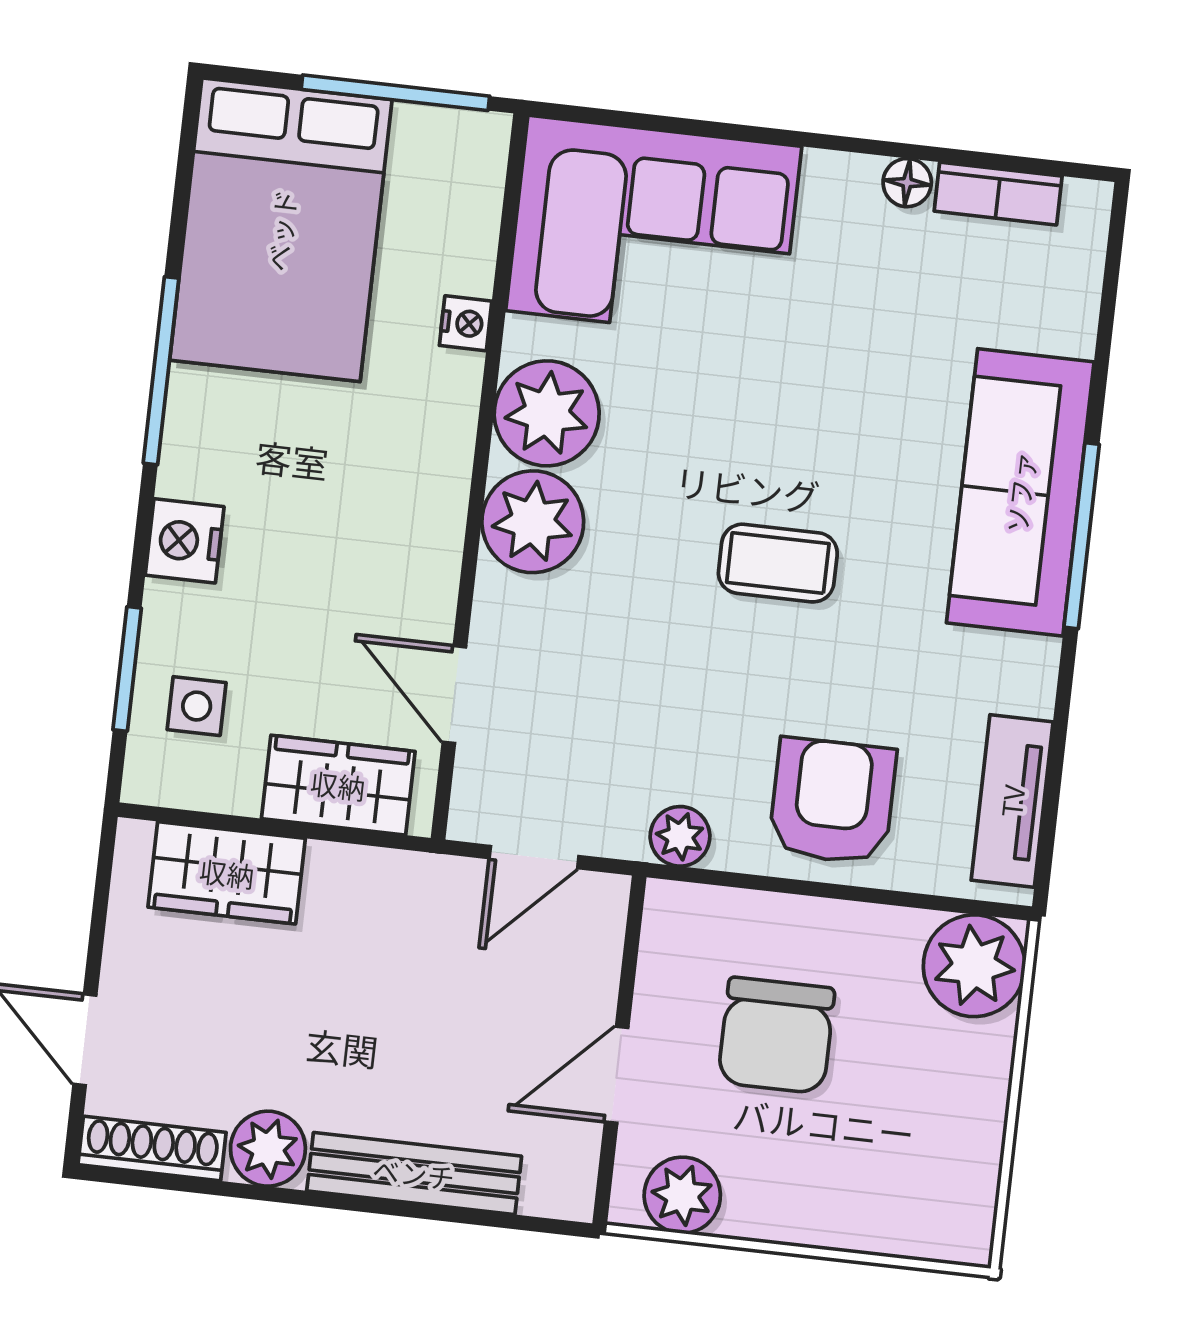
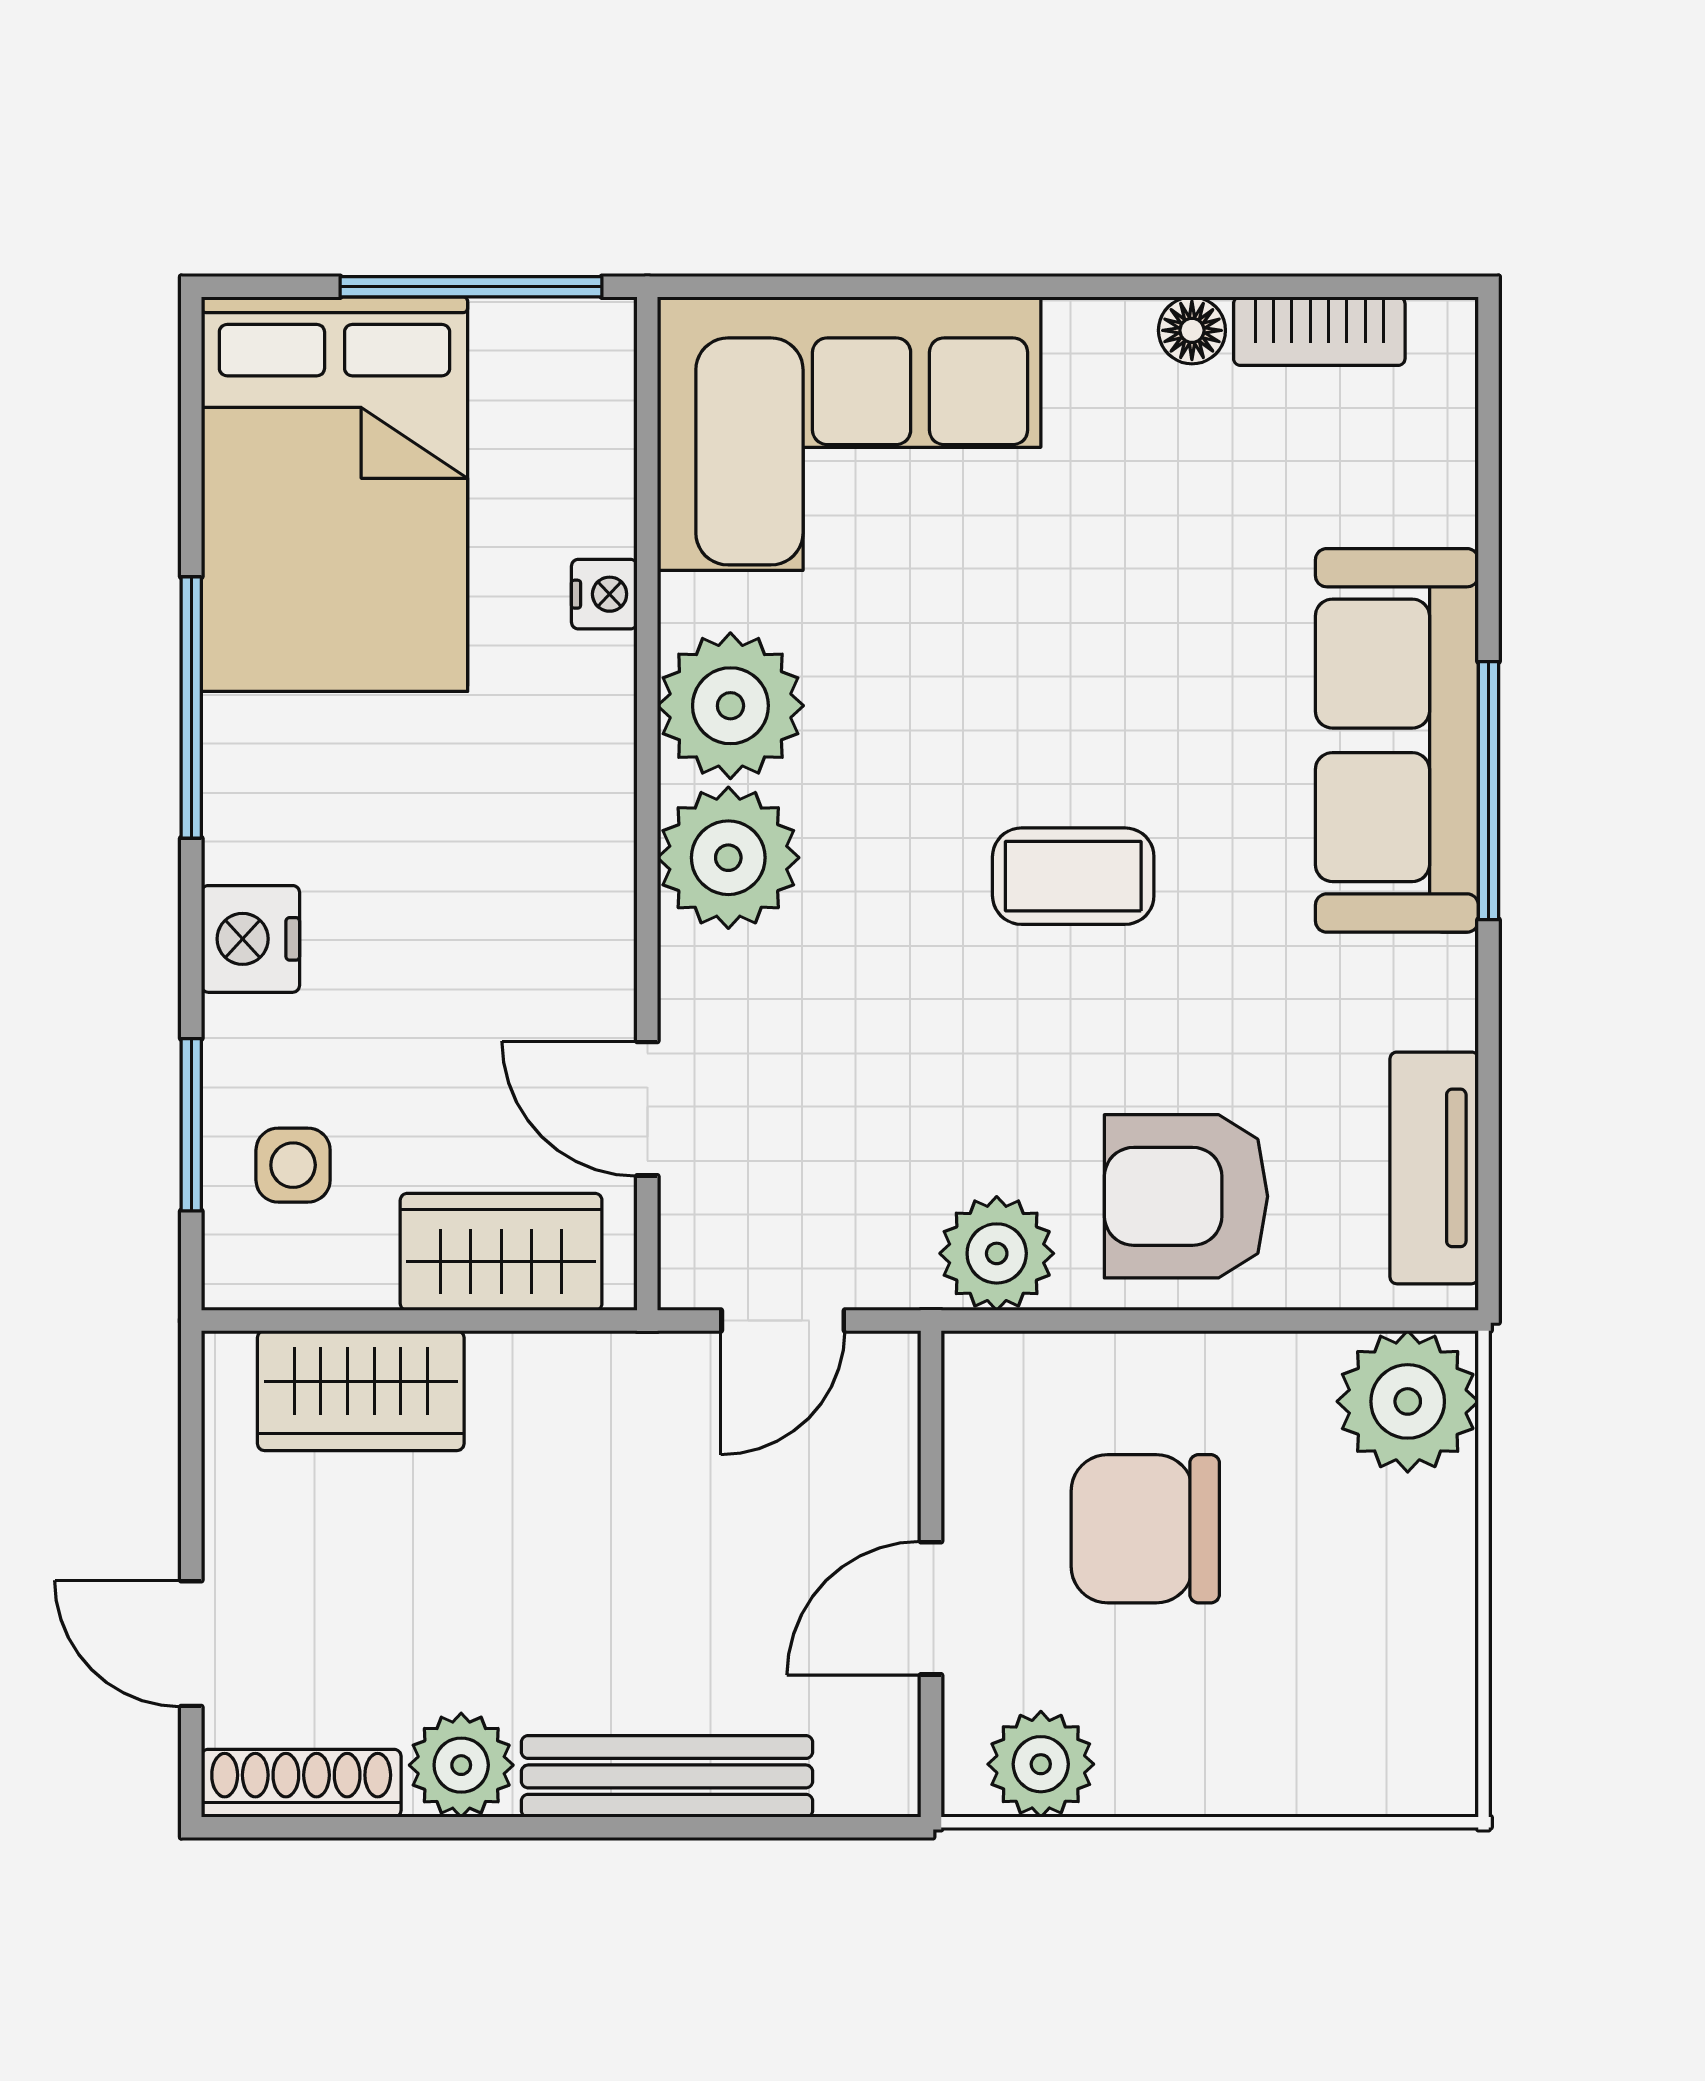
armchair: (832, 801) -> (1186, 1196), turned -90
plant: (680, 836) -> (997, 1253), width x1.38, depth x1.38
chair: (776, 1035) -> (1145, 1529), turned 90

